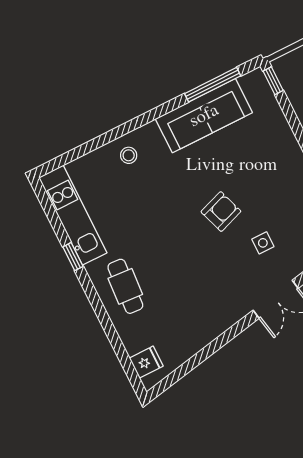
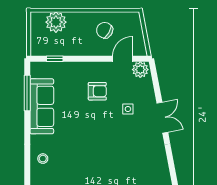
window: (273, 81) -> (55, 59), moved
armchair: (221, 211) -> (97, 91), moved, turned 109

